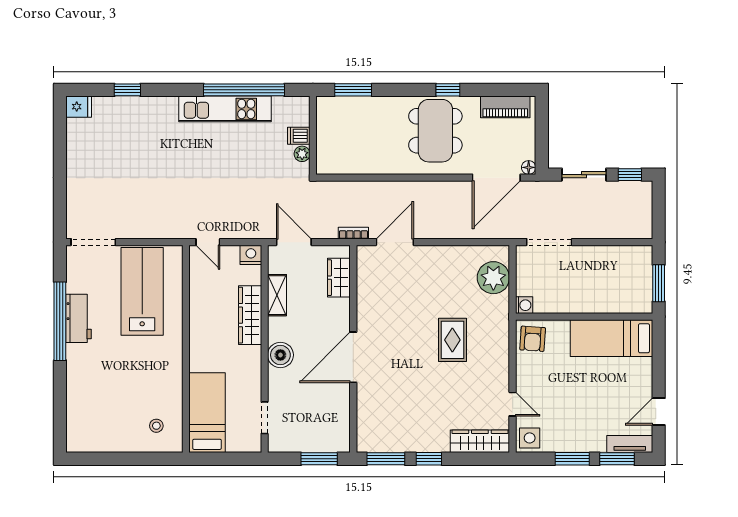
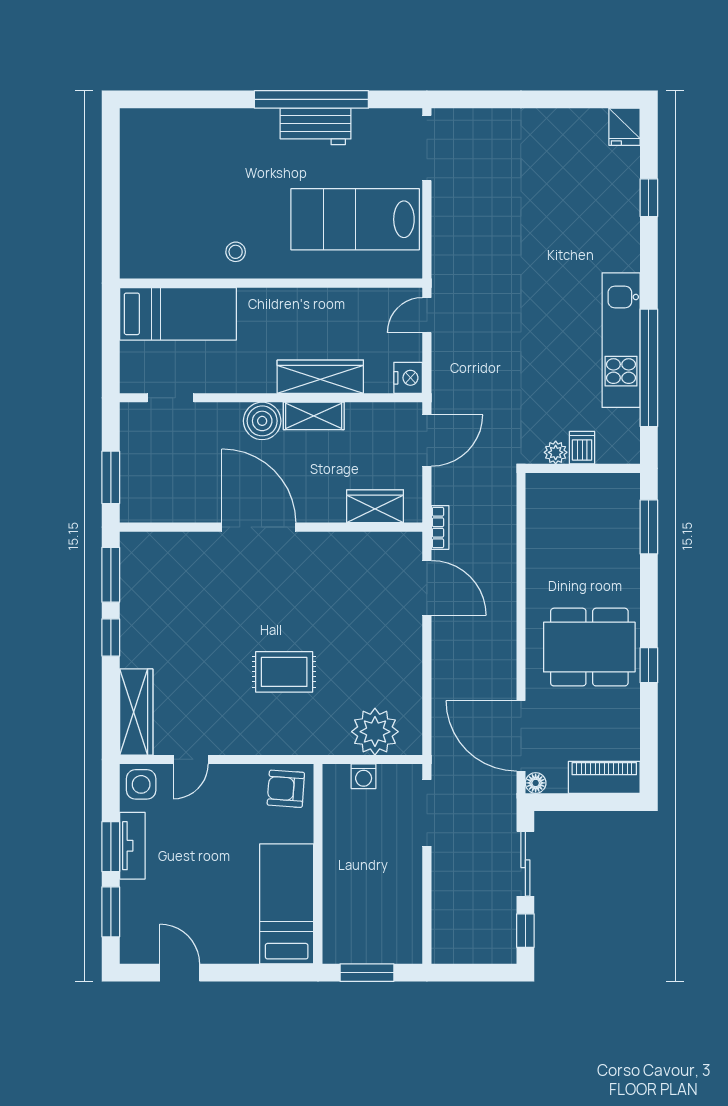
piano: (505, 107) -> (604, 777), moved, turned 90
lab bench: (142, 291) -> (355, 219), turned 180
shelving: (277, 295) -> (314, 416), moved
washing machine: (524, 305) -> (364, 776), moved
stool: (156, 426) -> (236, 252), moved
tv unit: (630, 444) -> (132, 846), moved

